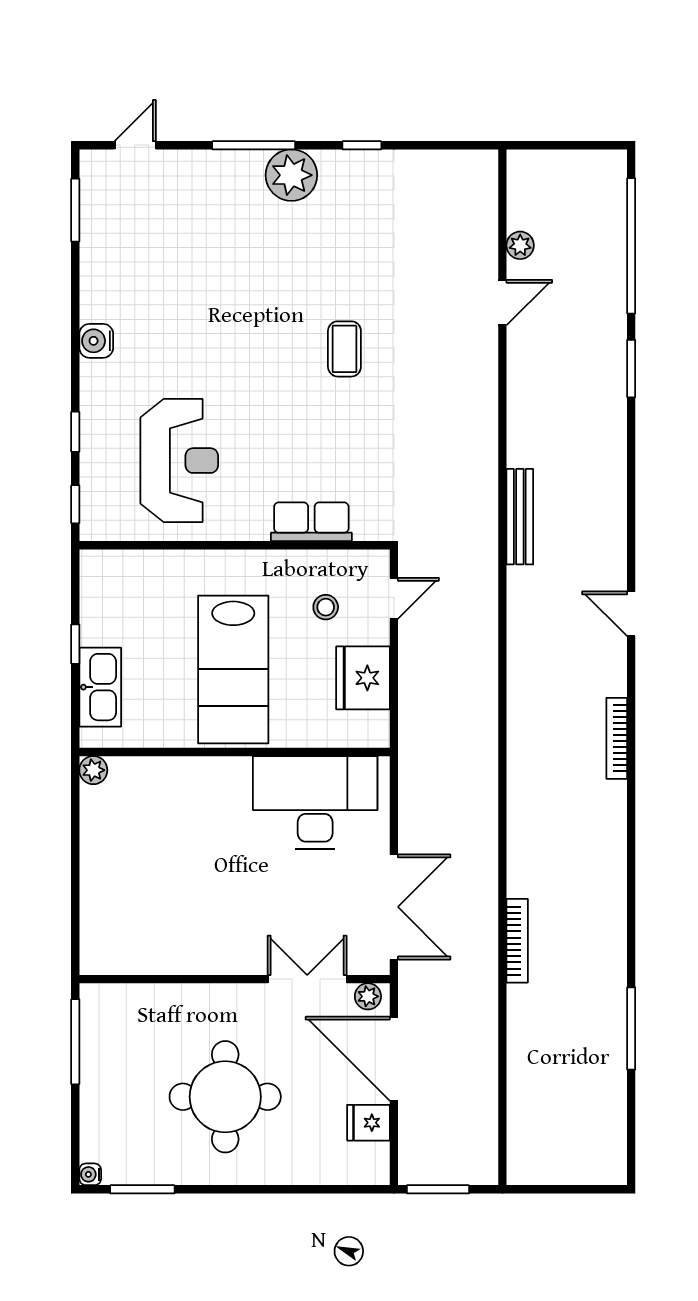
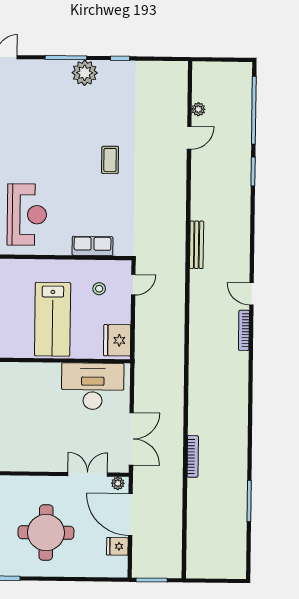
fridge: (363, 678) -> (117, 340), moved
bookcase: (617, 738) -> (244, 330), moved

